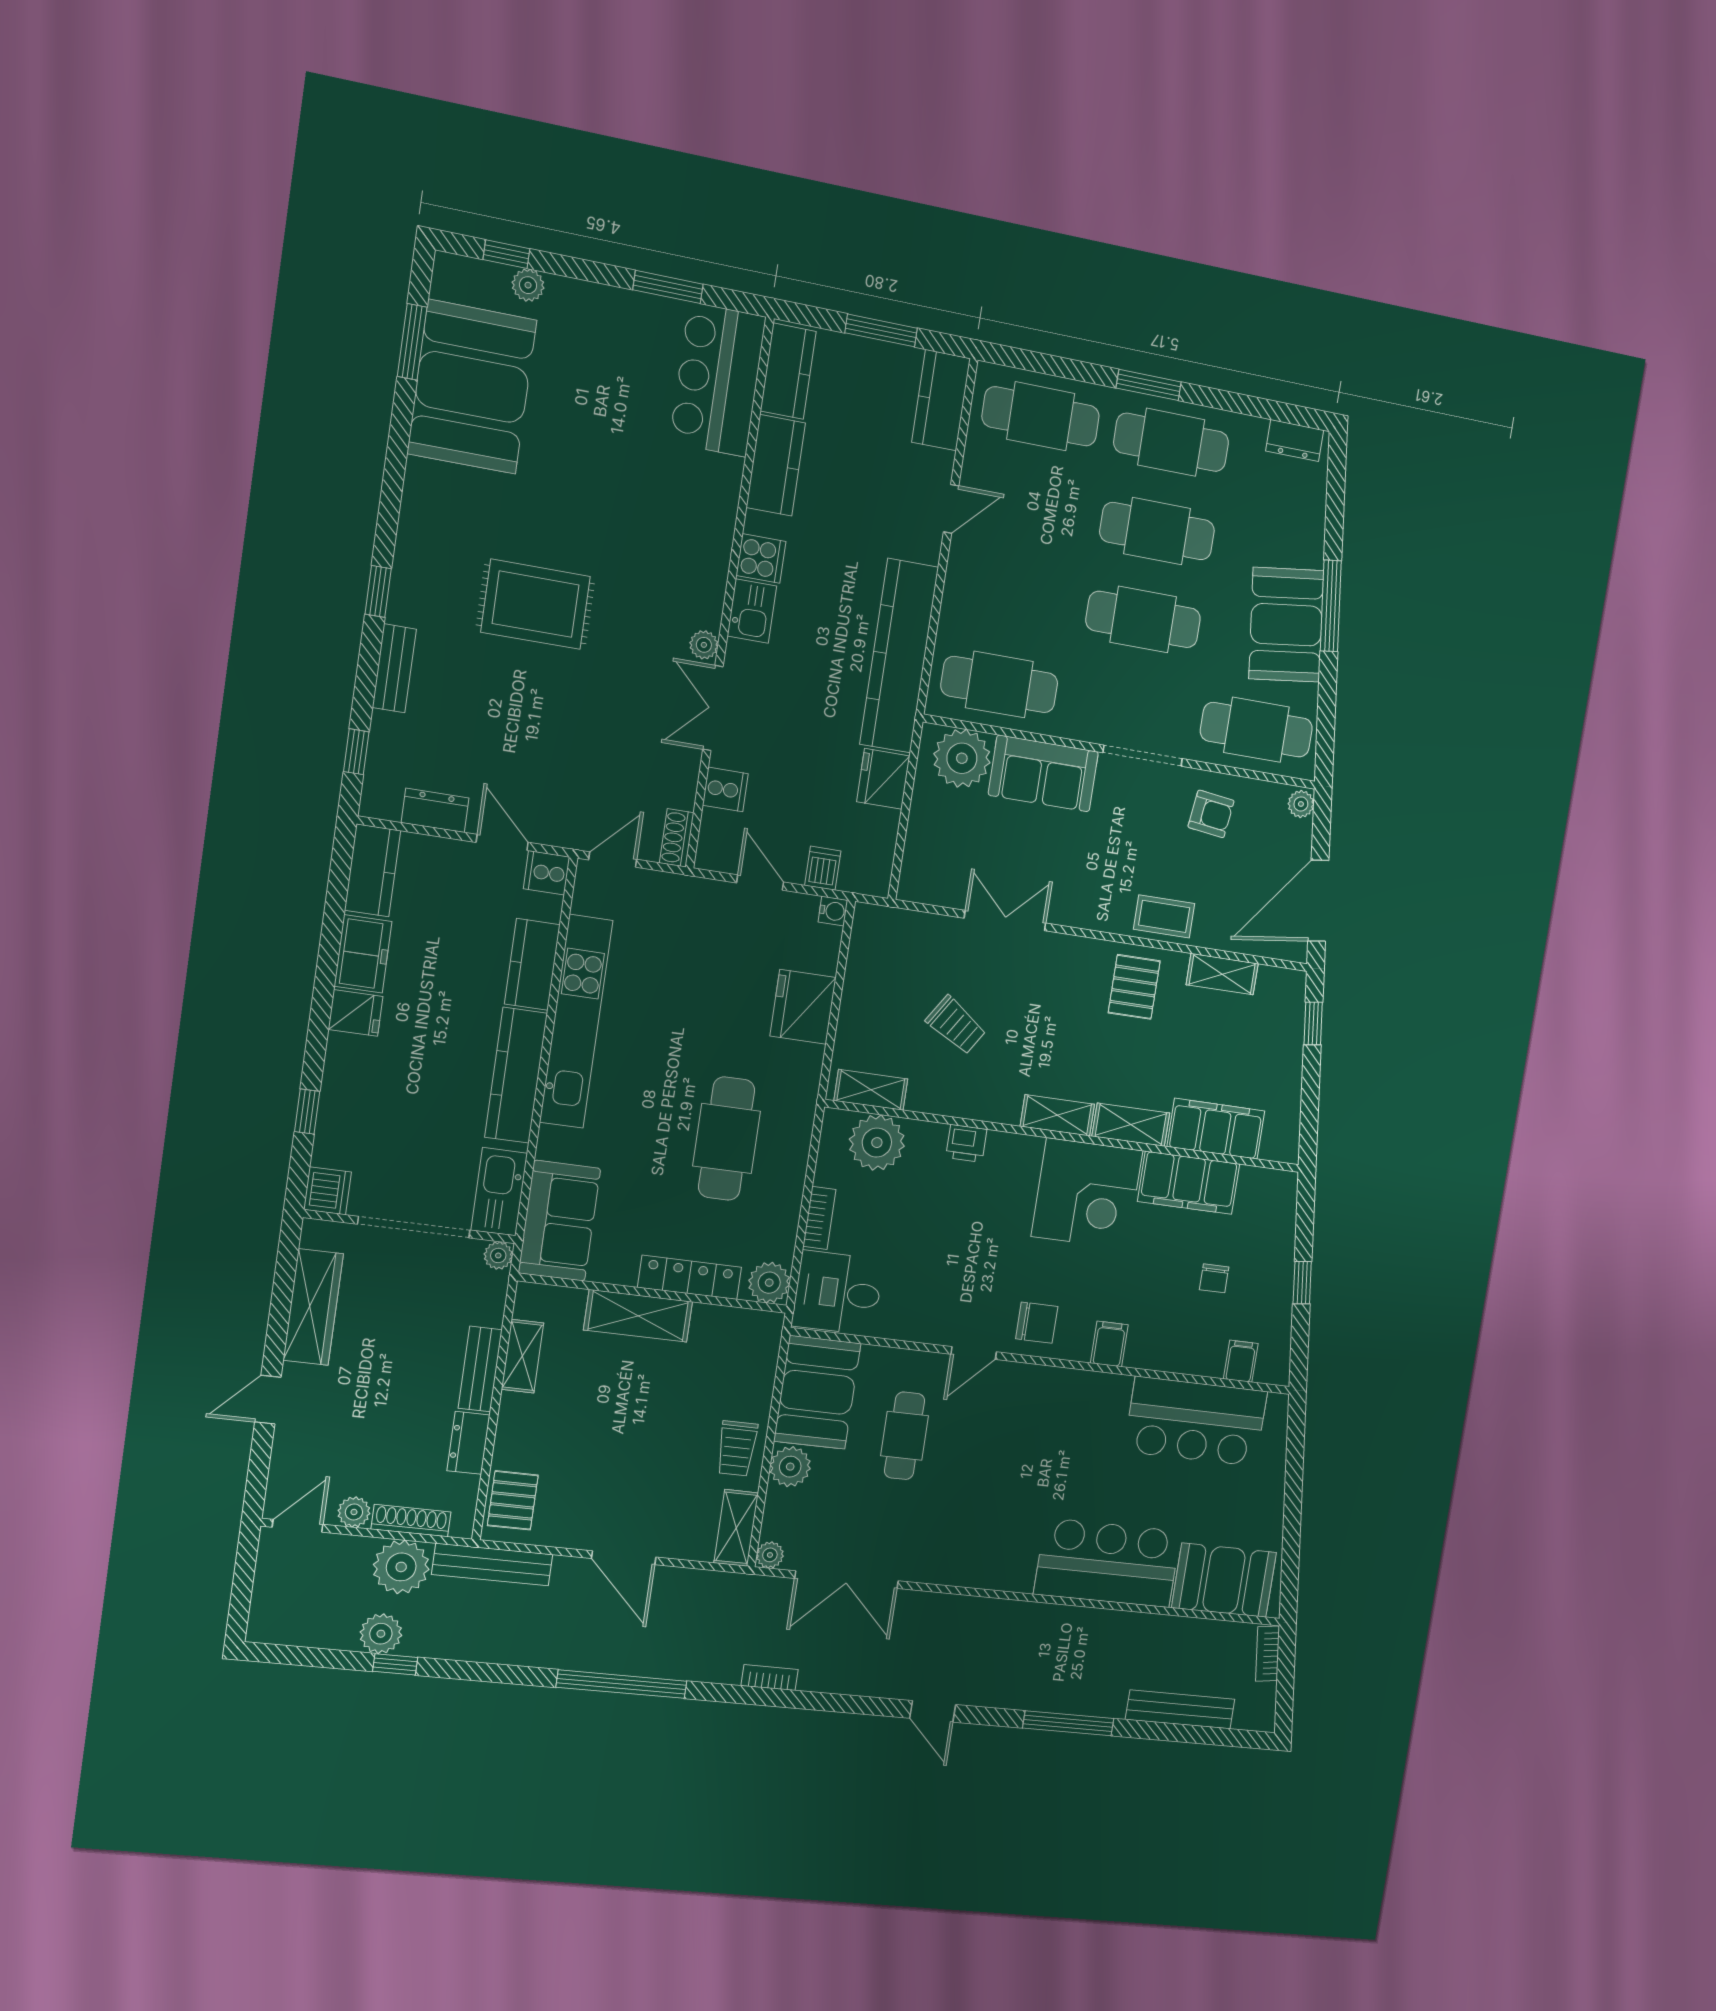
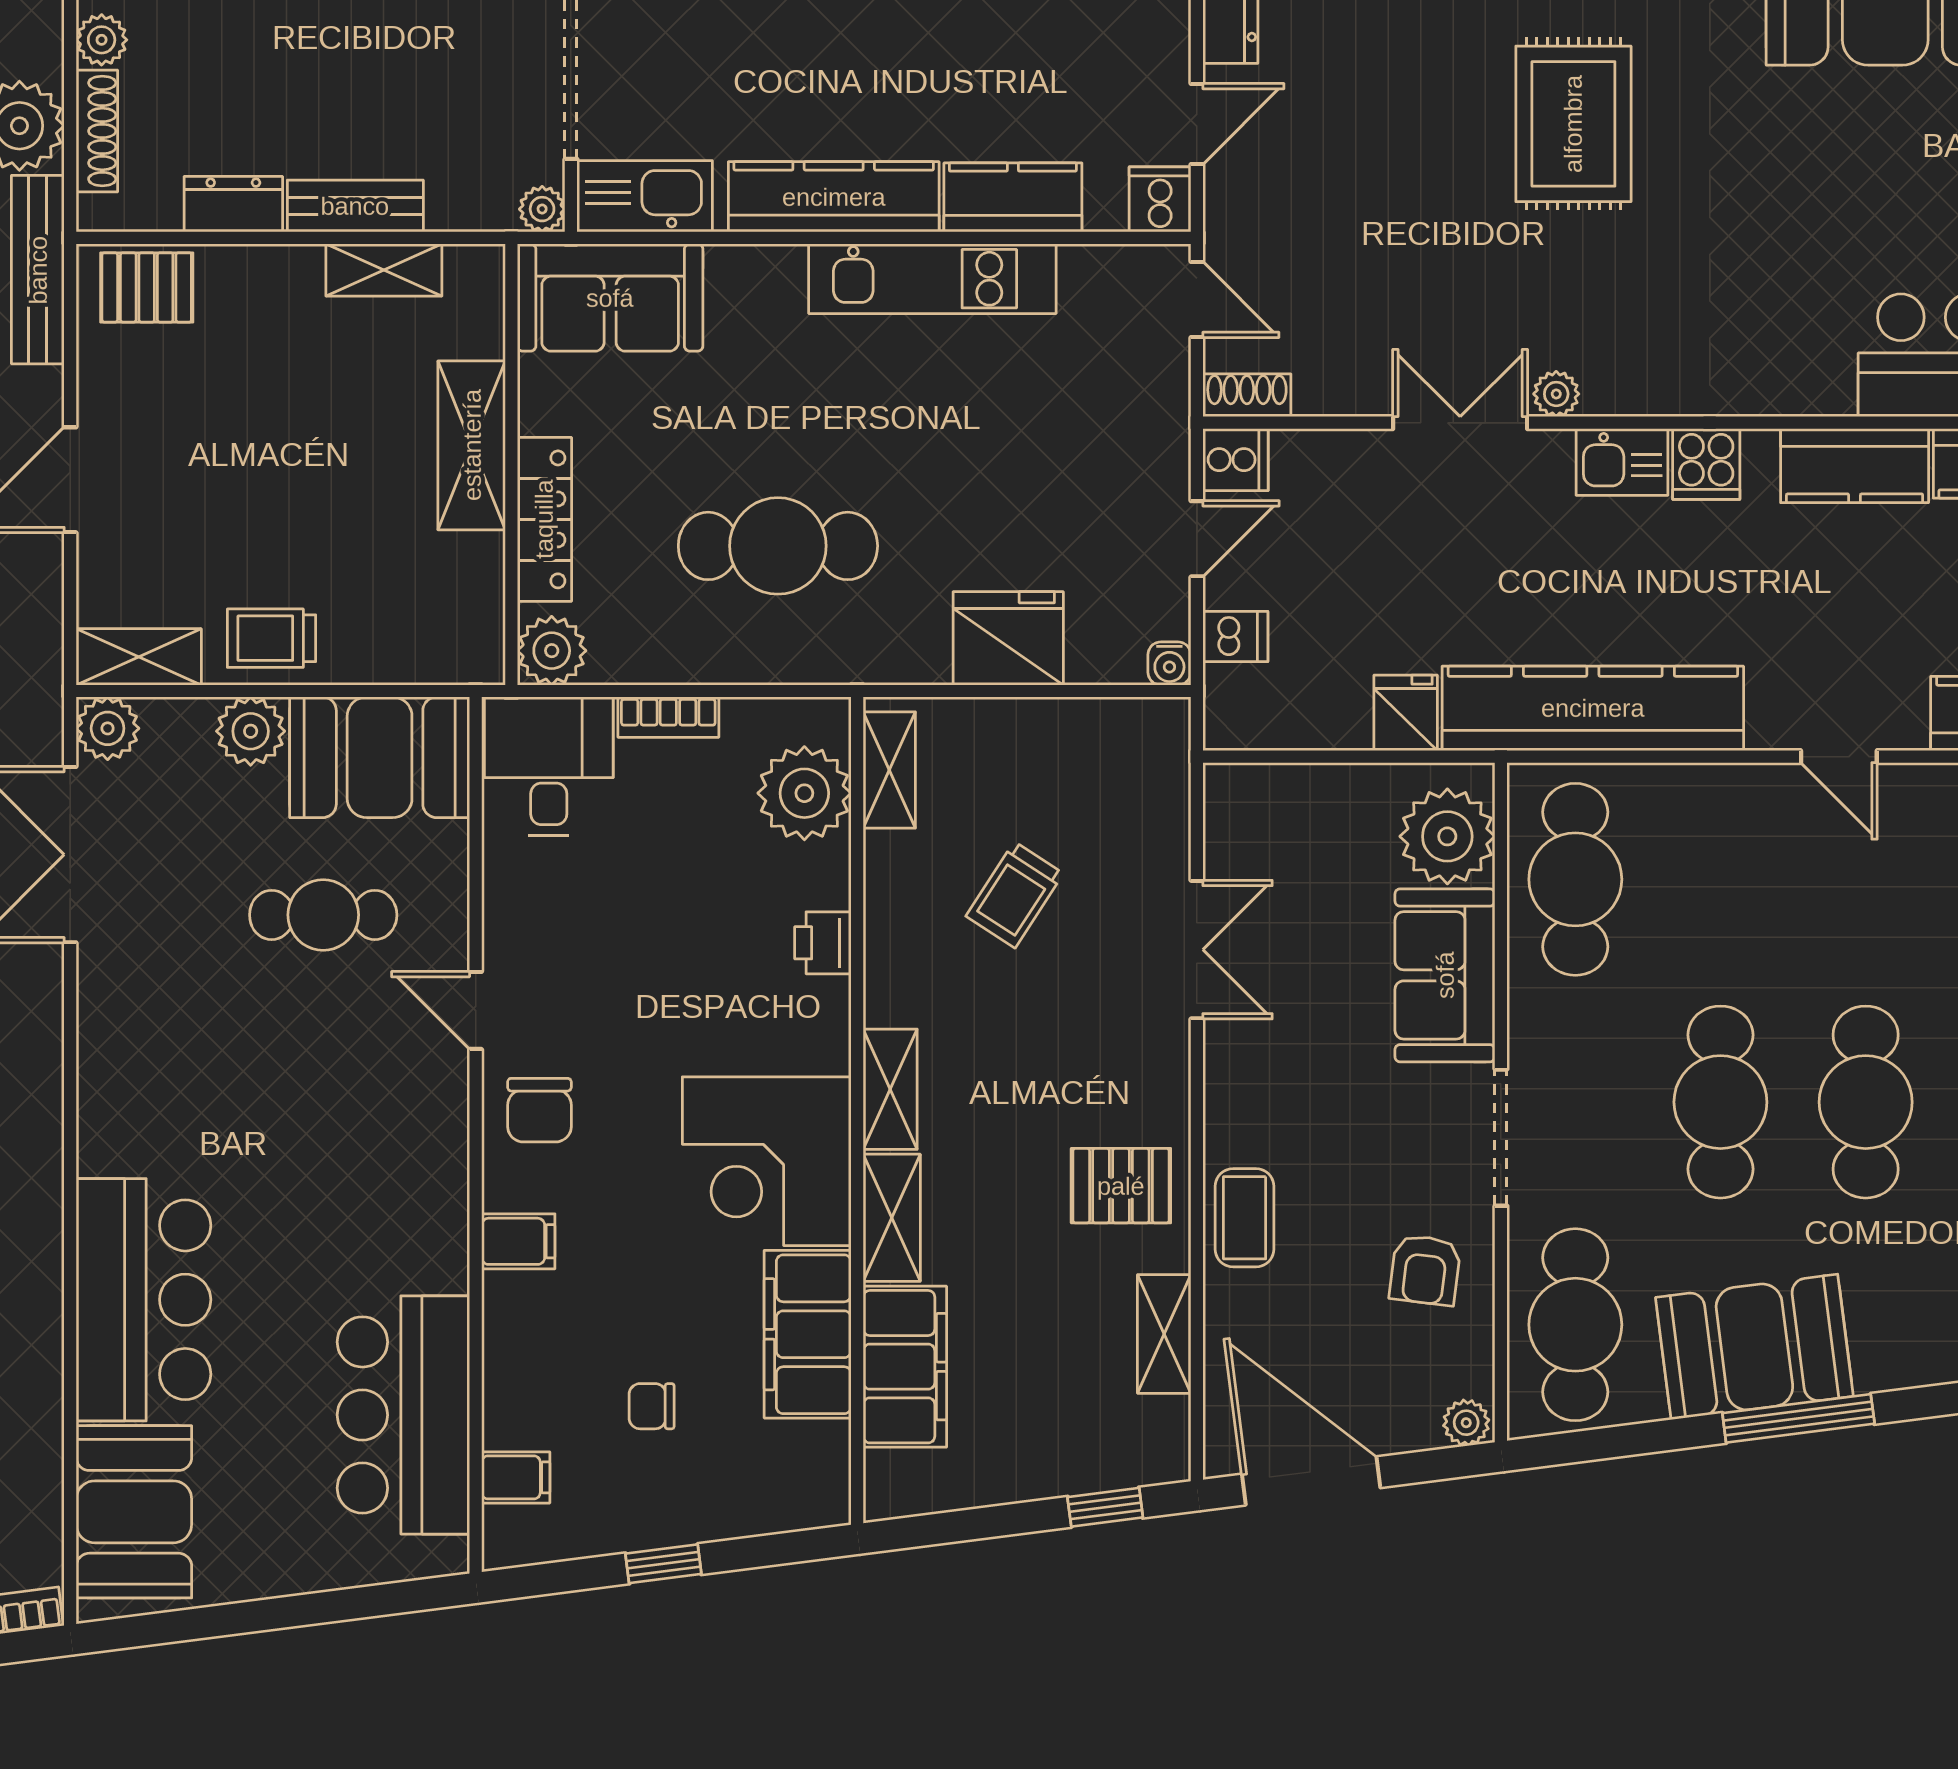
fridge: (883, 779) -> (1406, 713), width x0.72
cooker: (725, 789) -> (1235, 460), moved, turned -90
kitchen unit: (576, 1022) -> (932, 279), width x0.73
plant: (770, 1555) -> (108, 728), width x1.38, depth x1.38

